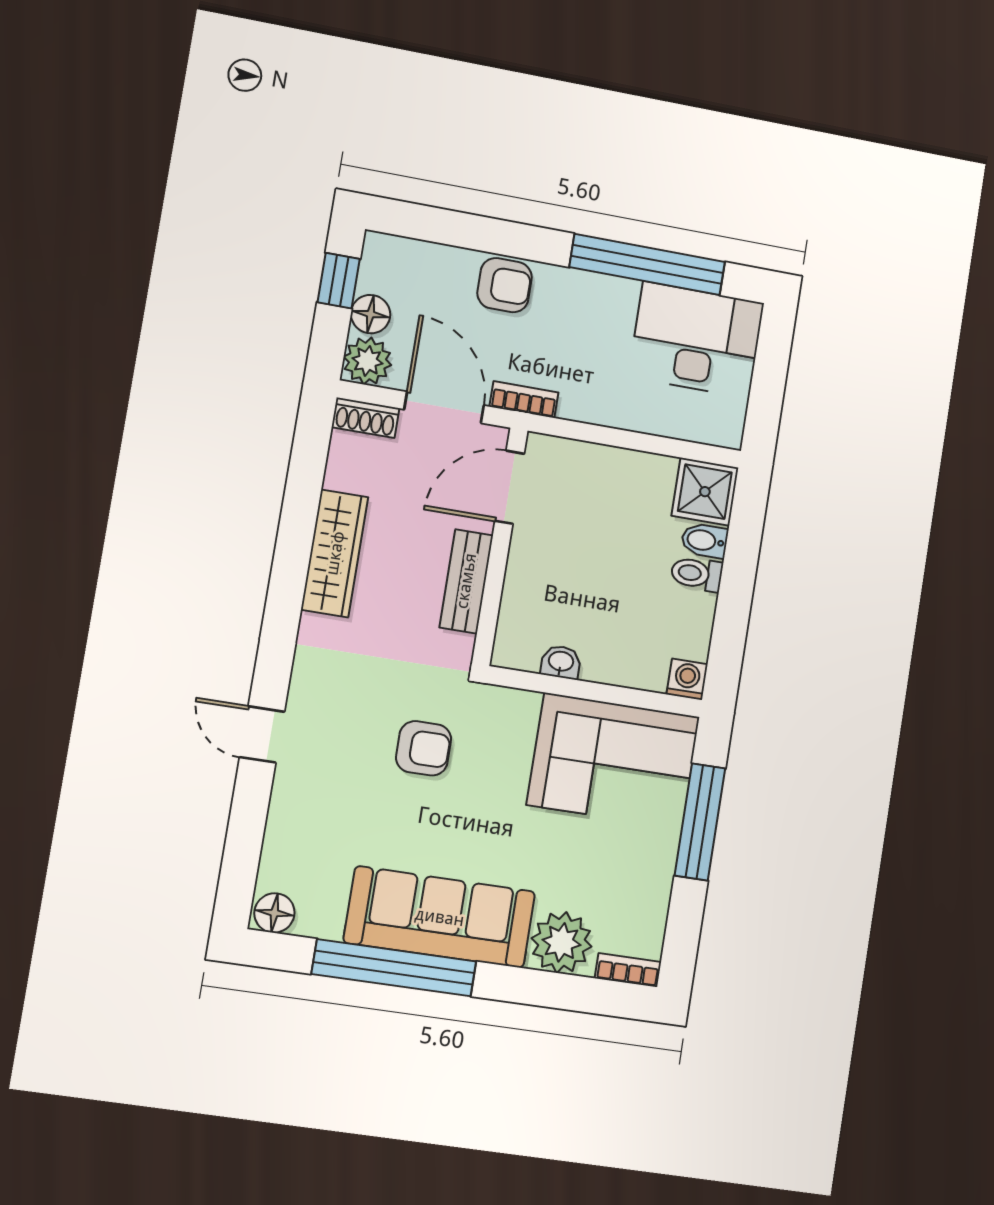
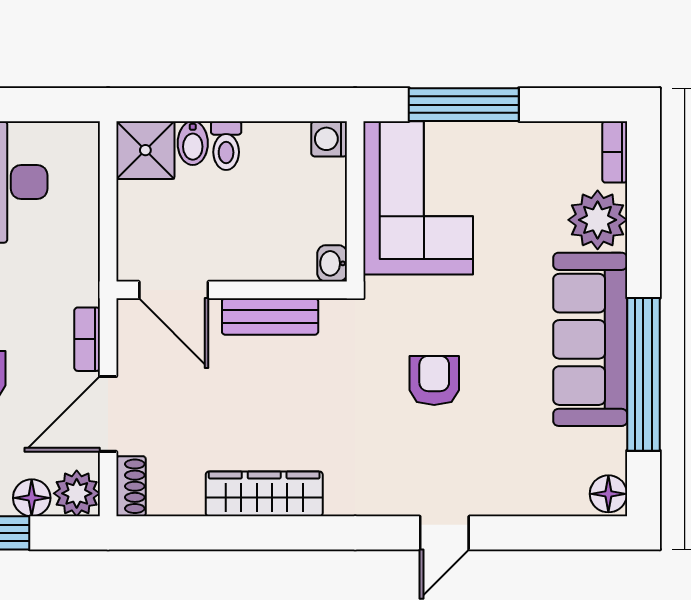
door: (510, 487) -> (174, 290), moved
wall: (500, 547) -> (232, 290), moved
bench: (466, 581) -> (270, 316), moved

